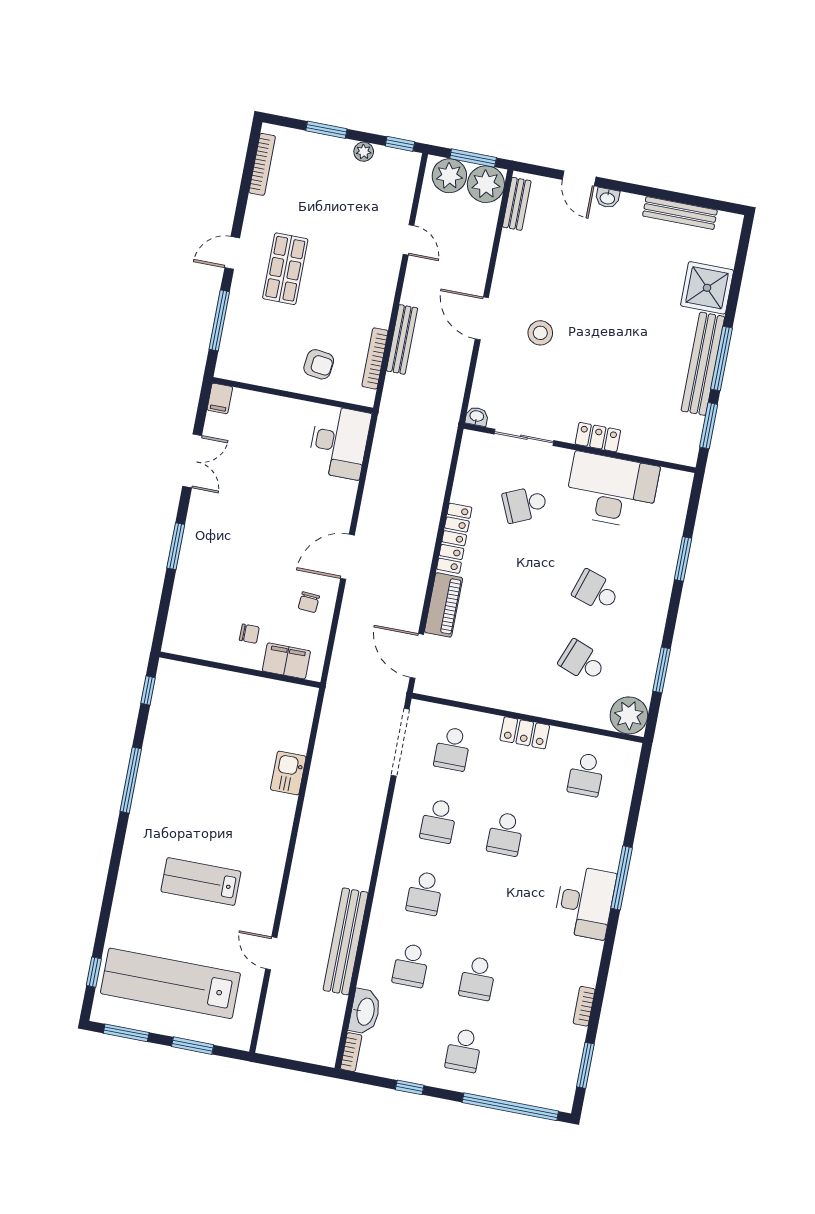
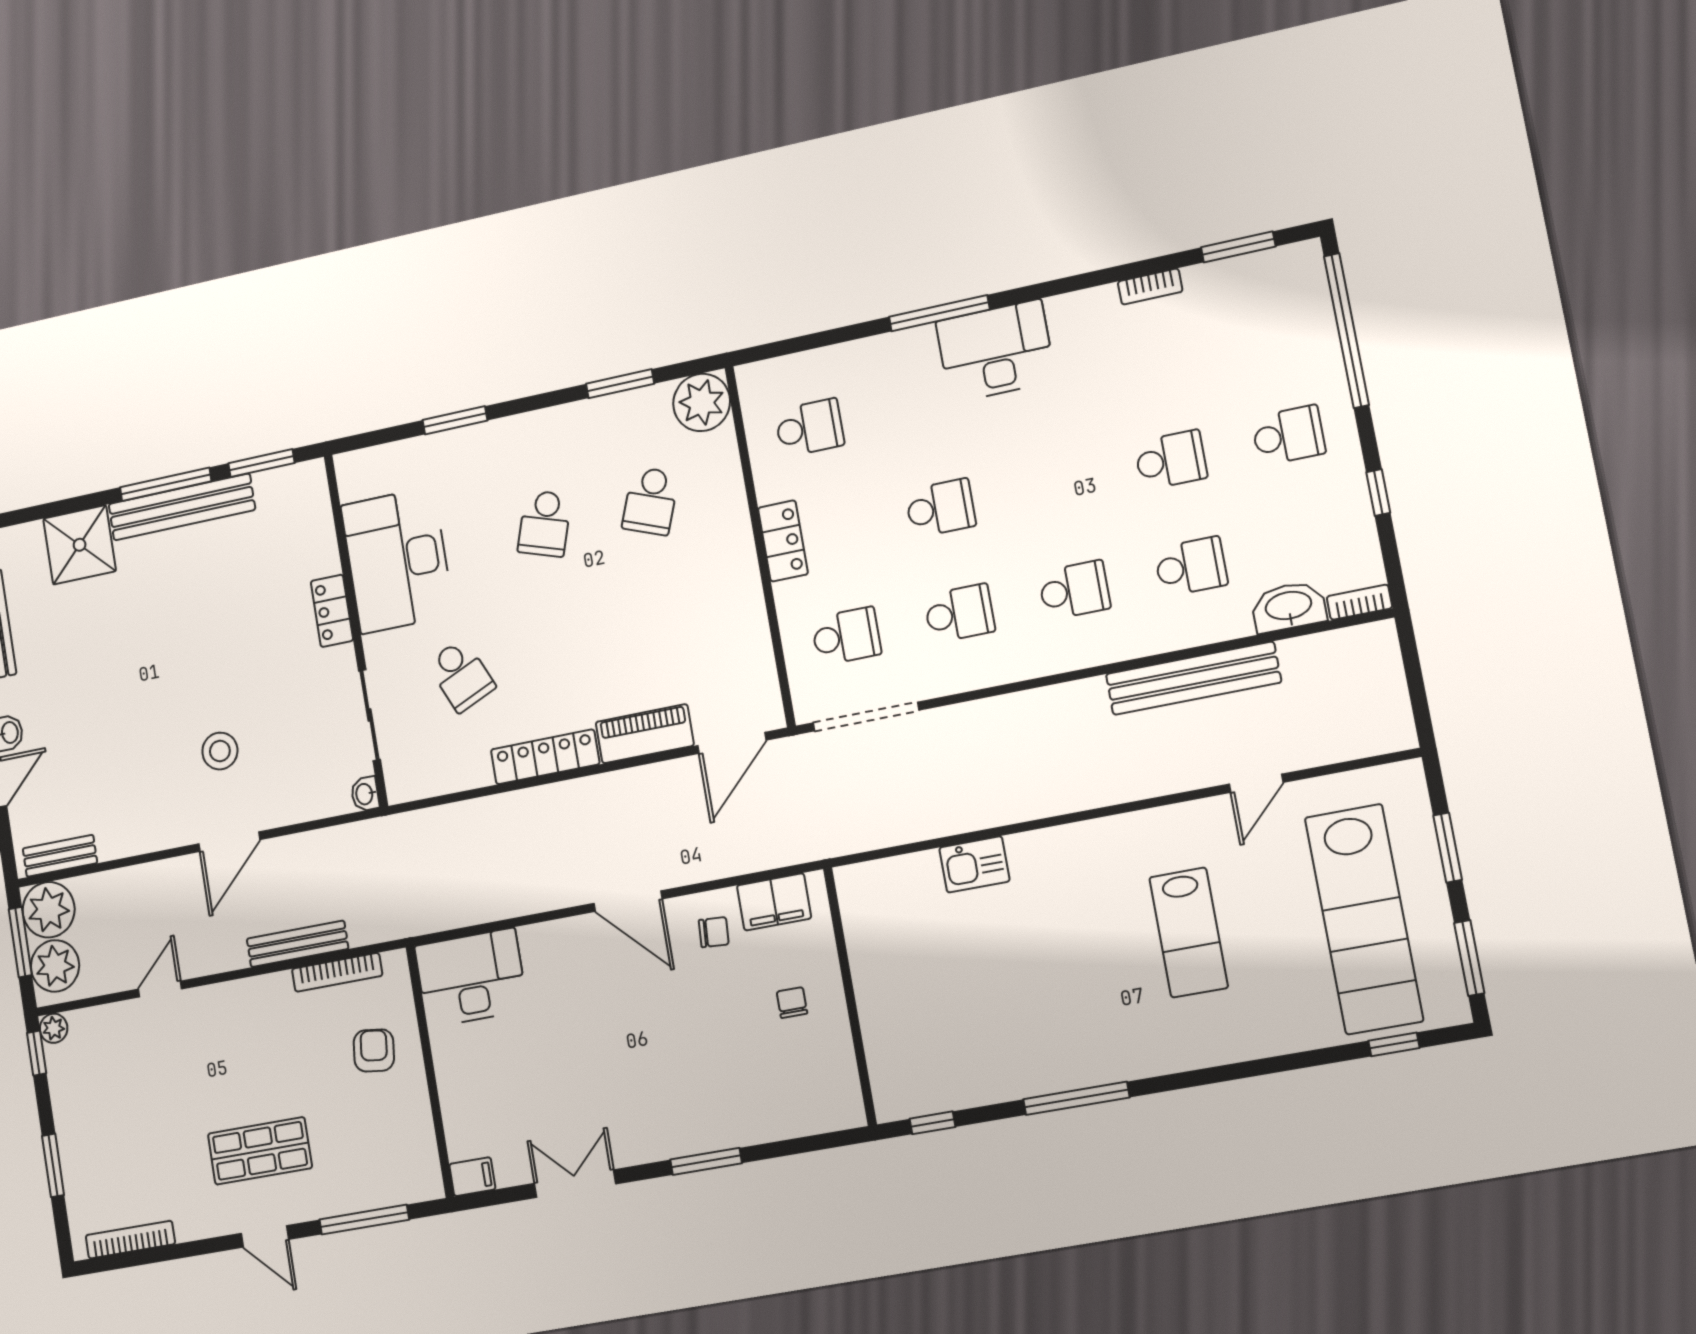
plant: (364, 152) -> (54, 1028), moved
filing cabinet: (286, 661) -> (774, 902), moved, turned -90

